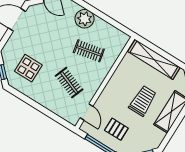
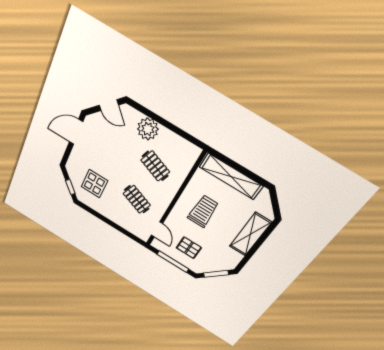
clothes rail: (89, 51) -> (155, 166), turned 33
trolley: (143, 101) -> (203, 211), moved

